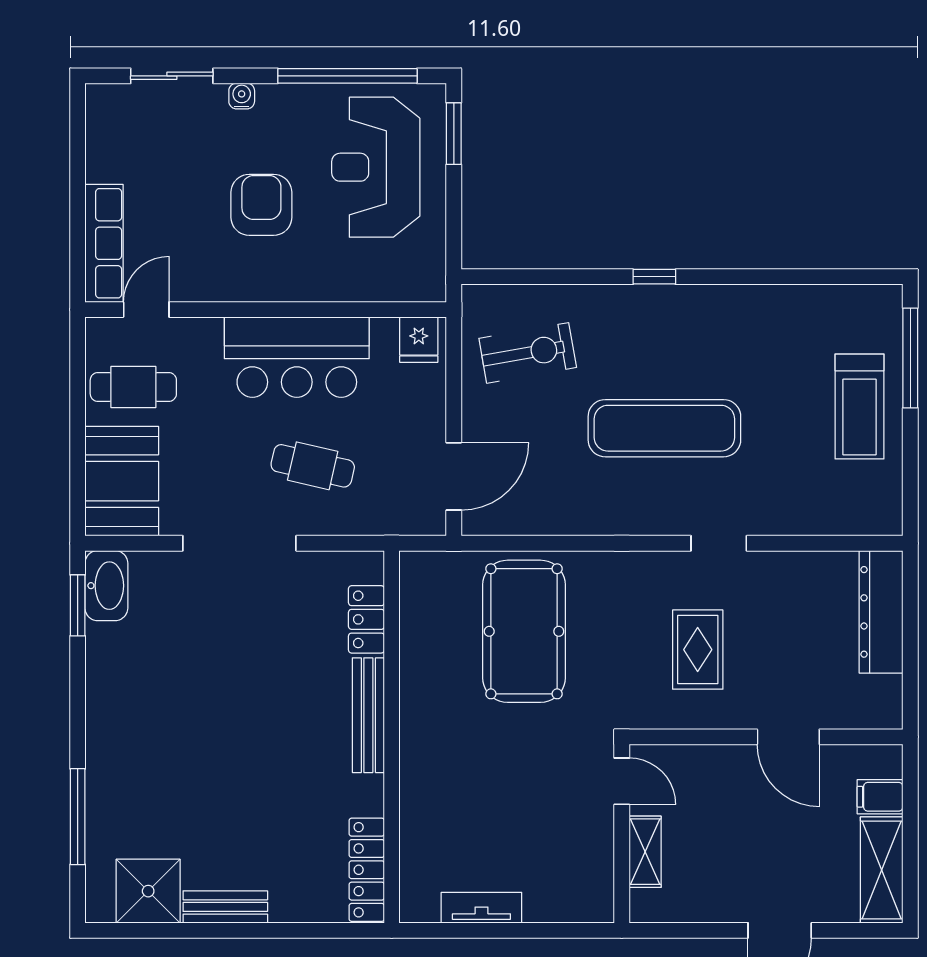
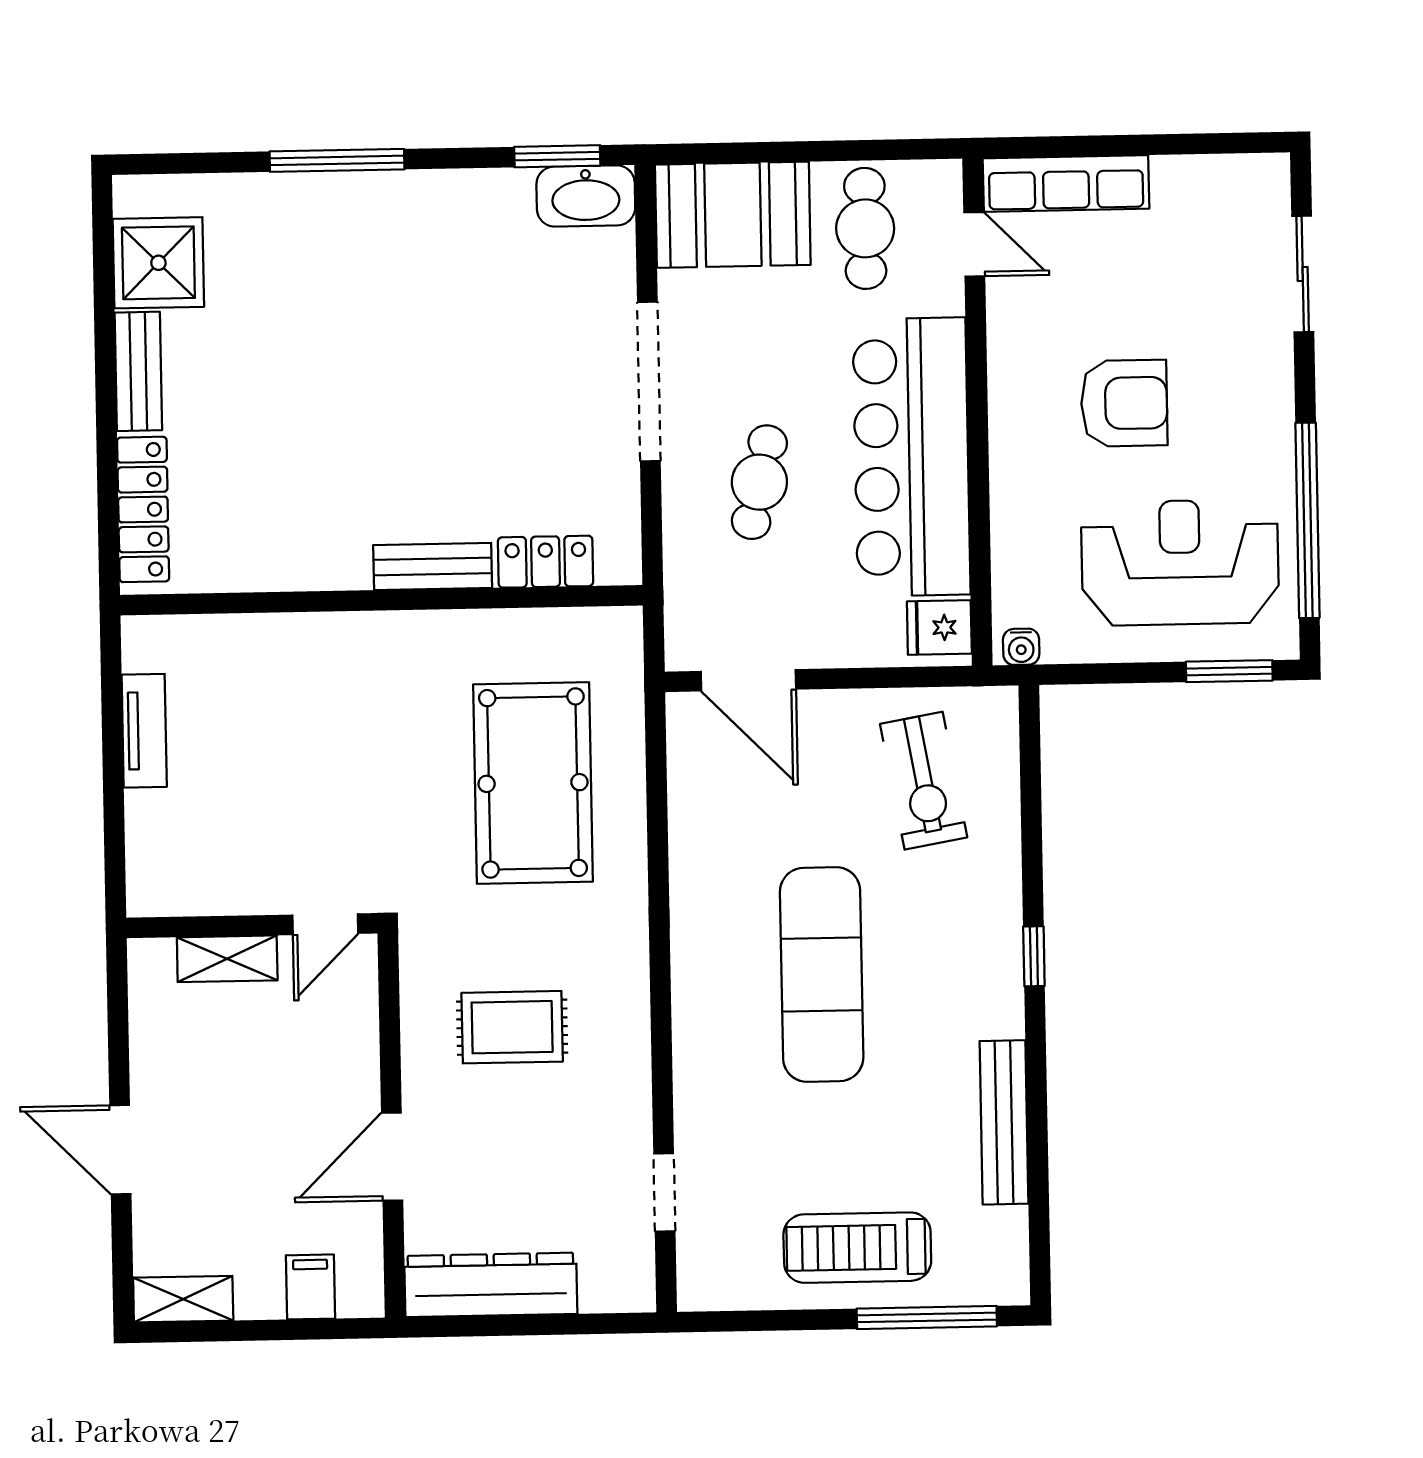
water cooler: (242, 96) -> (1021, 647), moved, turned 90
bench: (772, 300) -> (1004, 1122), added
bar counter: (297, 357) -> (911, 457), width x1.36
doorway: (719, 543) -> (664, 1192), moved
dresser: (881, 612) -> (491, 1285), moved
pool table: (524, 631) -> (533, 783), turned 90
bench: (368, 715) -> (433, 566), width x0.73
window: (78, 817) -> (337, 160), moved
locker: (367, 870) -> (143, 509), moved, turned 90
shelving: (882, 870) -> (183, 1299), width x0.67, depth x0.75

